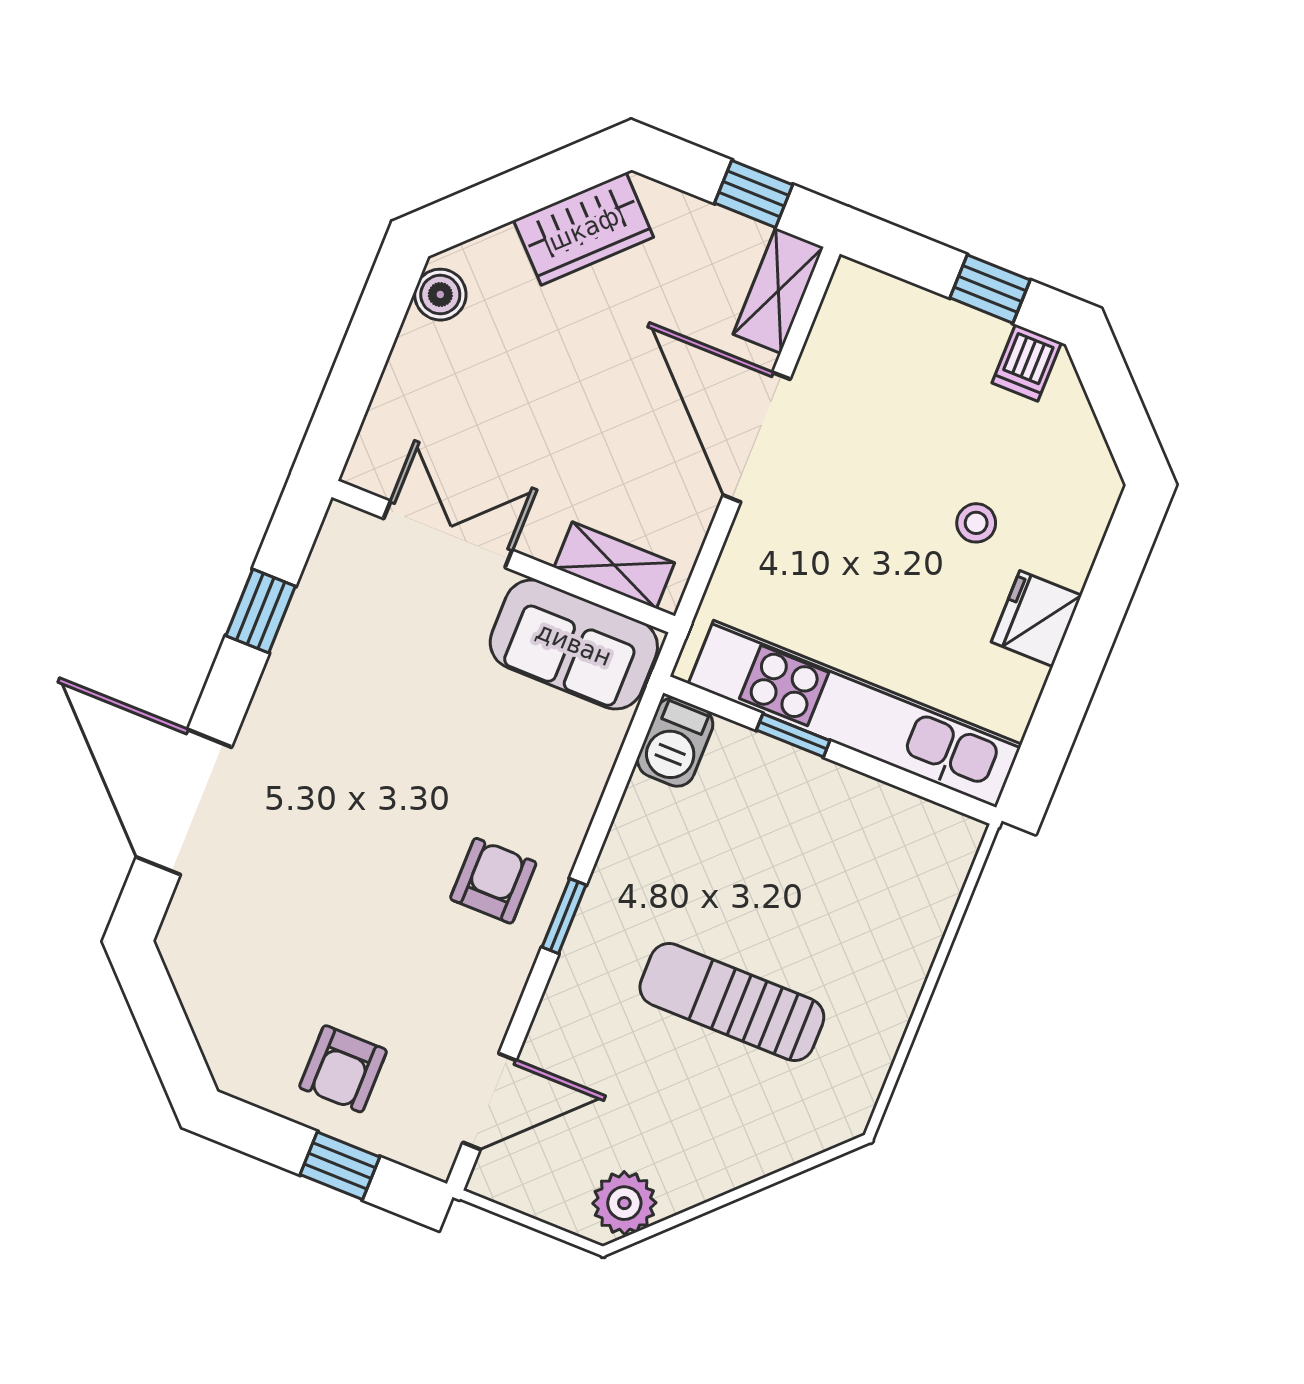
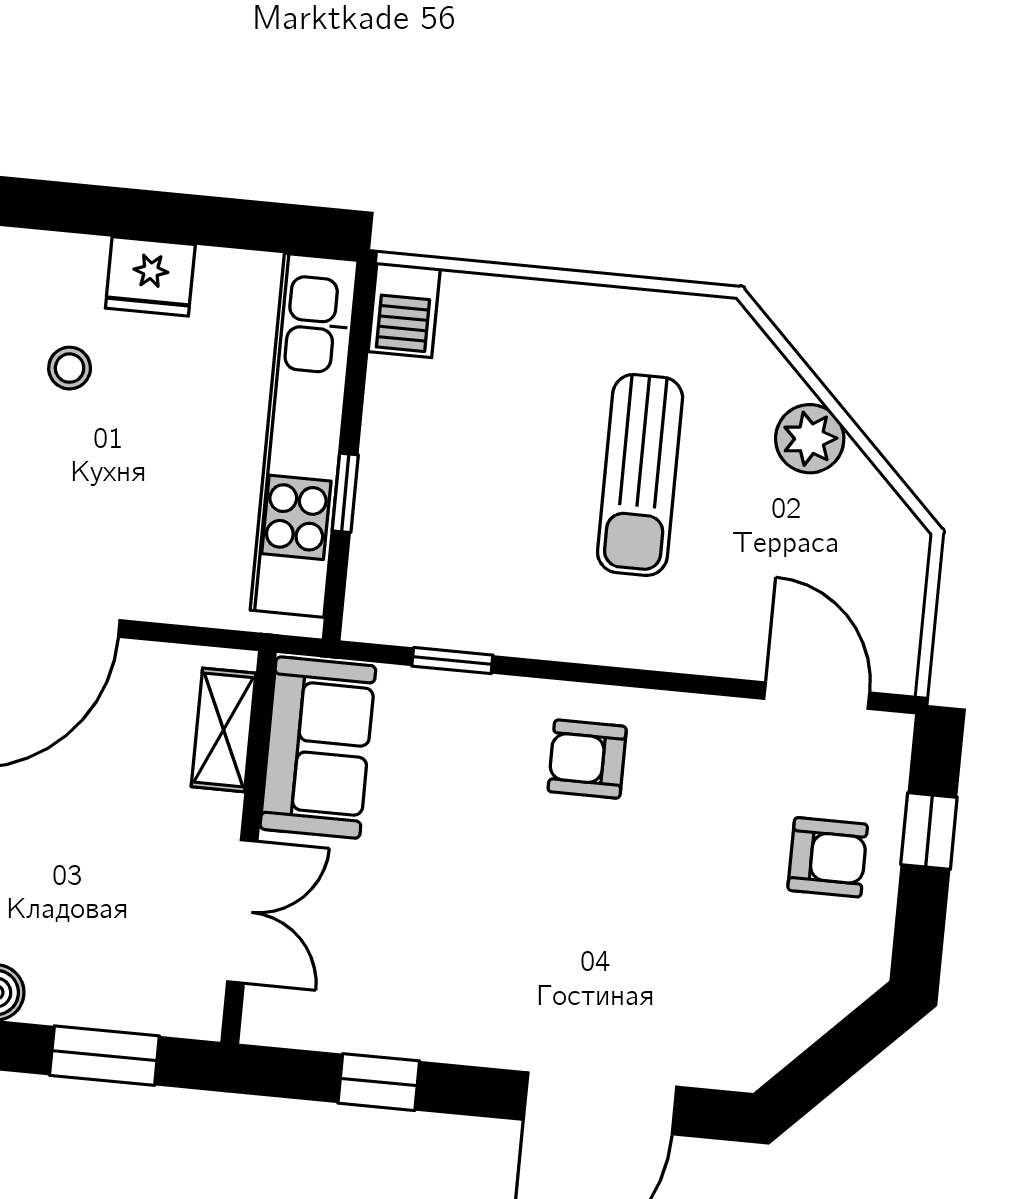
window: (356, 374) -> (104, 1056), added
double door: (448, 534) -> (242, 912), swing flipped
barbecue: (675, 742) -> (404, 310), moved, turned 90
window: (564, 916) -> (452, 661), moved
plant: (624, 1203) -> (810, 439), moved

